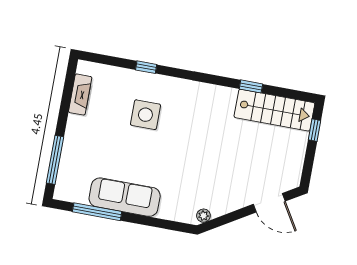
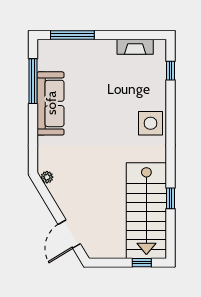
window: (146, 67) -> (170, 71), moved
stairs: (274, 110) -> (146, 211), width x1.36, depth x1.51
side table: (145, 115) -> (150, 123), moved

